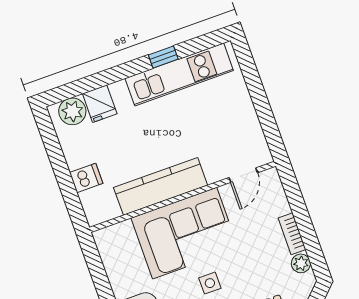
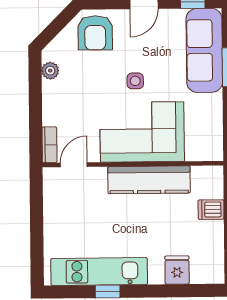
plant: (72, 111) -> (203, 272), removed
bookcase: (292, 234) -> (49, 145), moved

